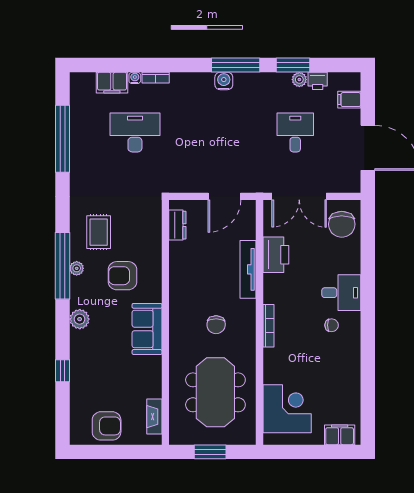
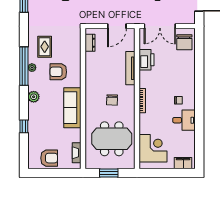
desk: (341, 293) -> (184, 120), moved
sofa: (147, 329) -> (72, 108), width x1.36
meeting table: (215, 392) -> (112, 139), turned 90

